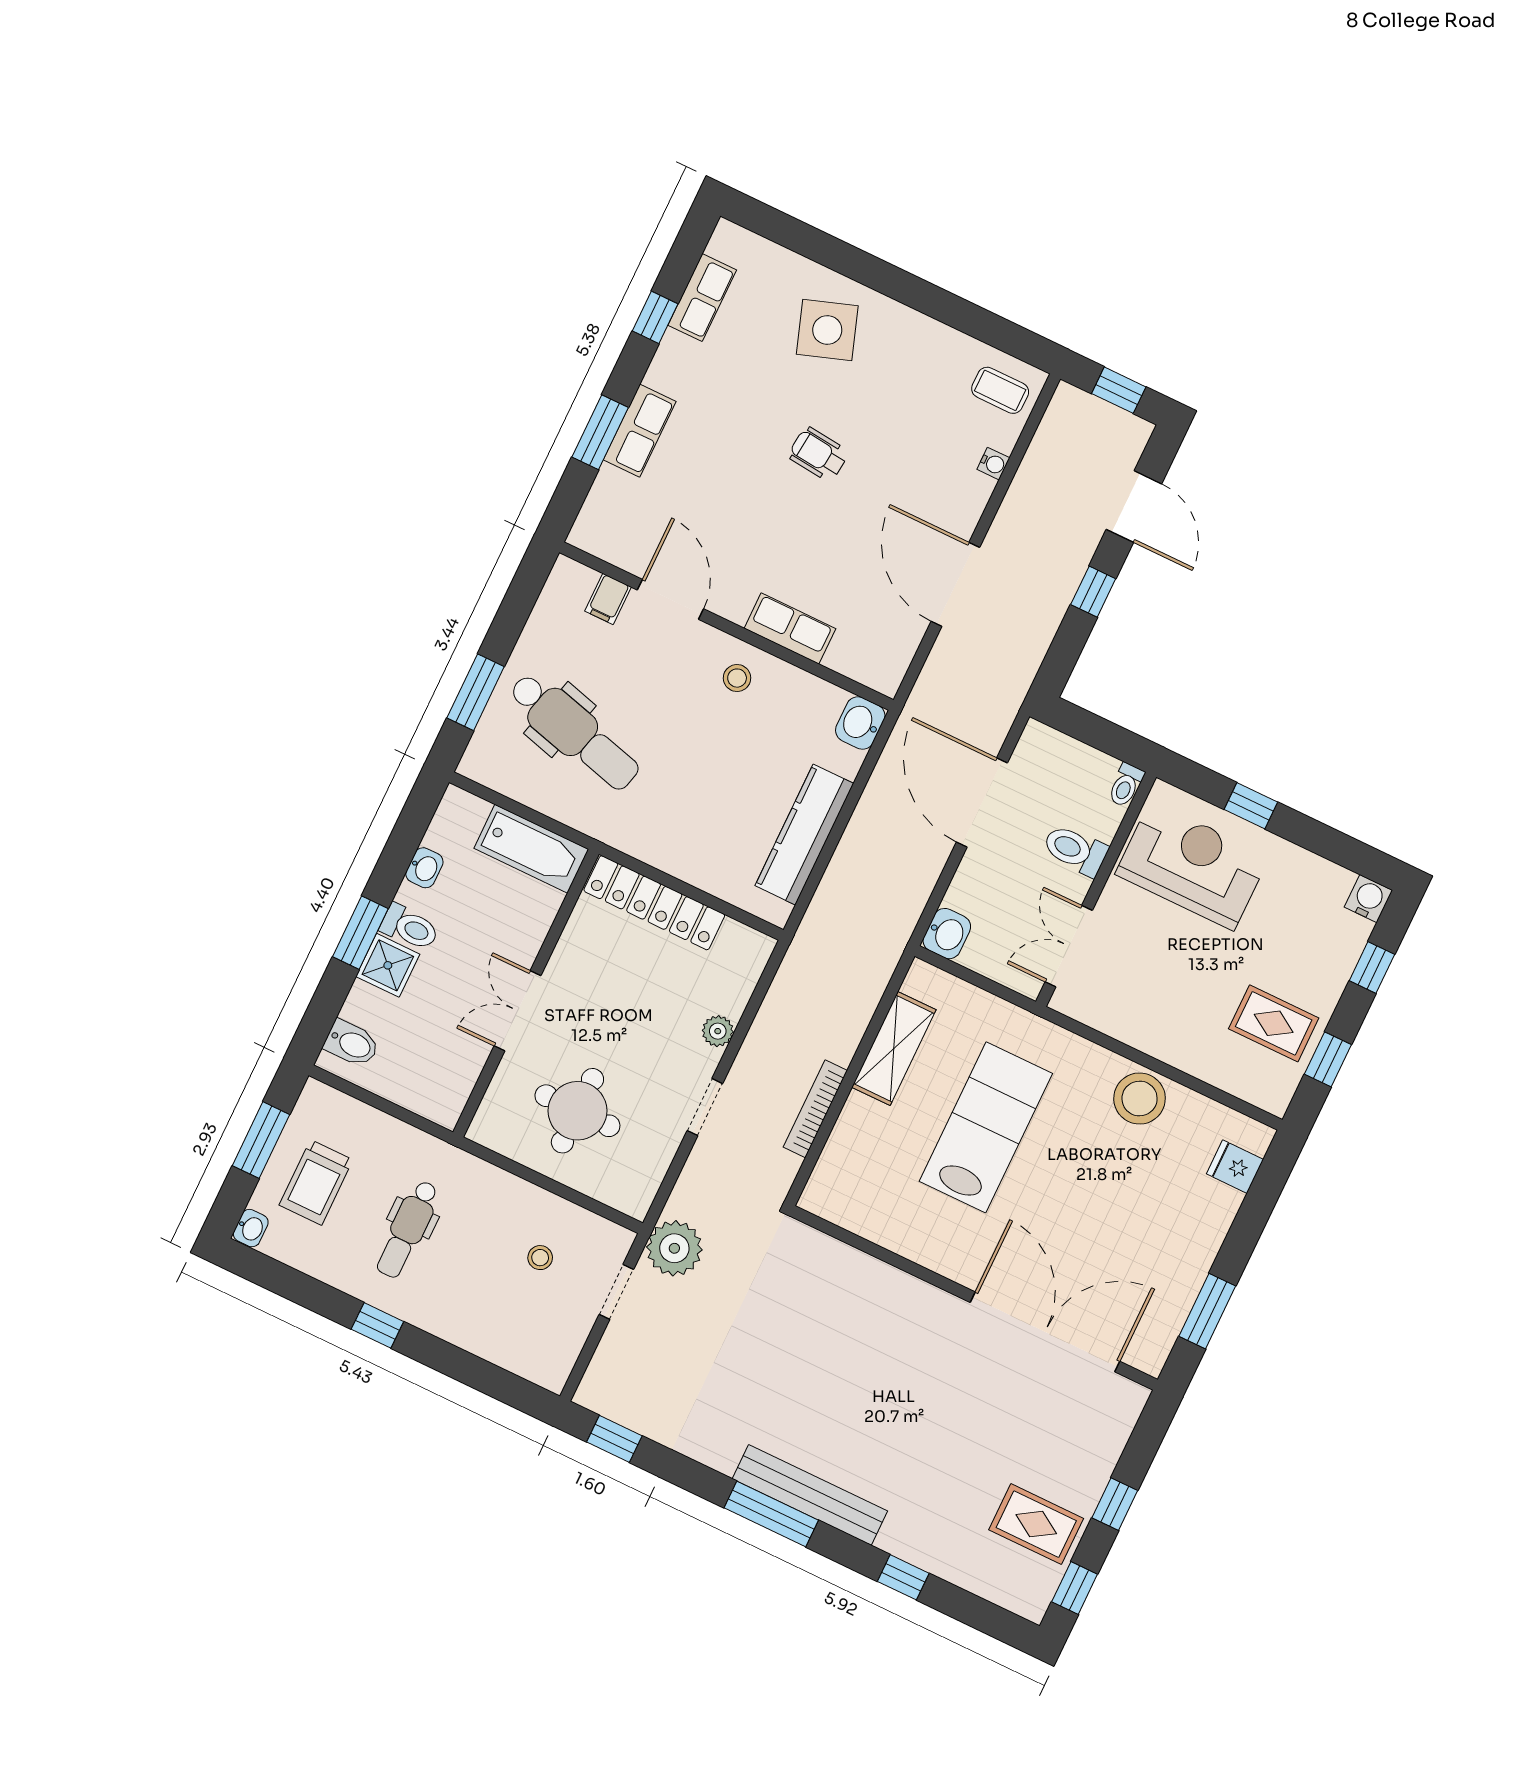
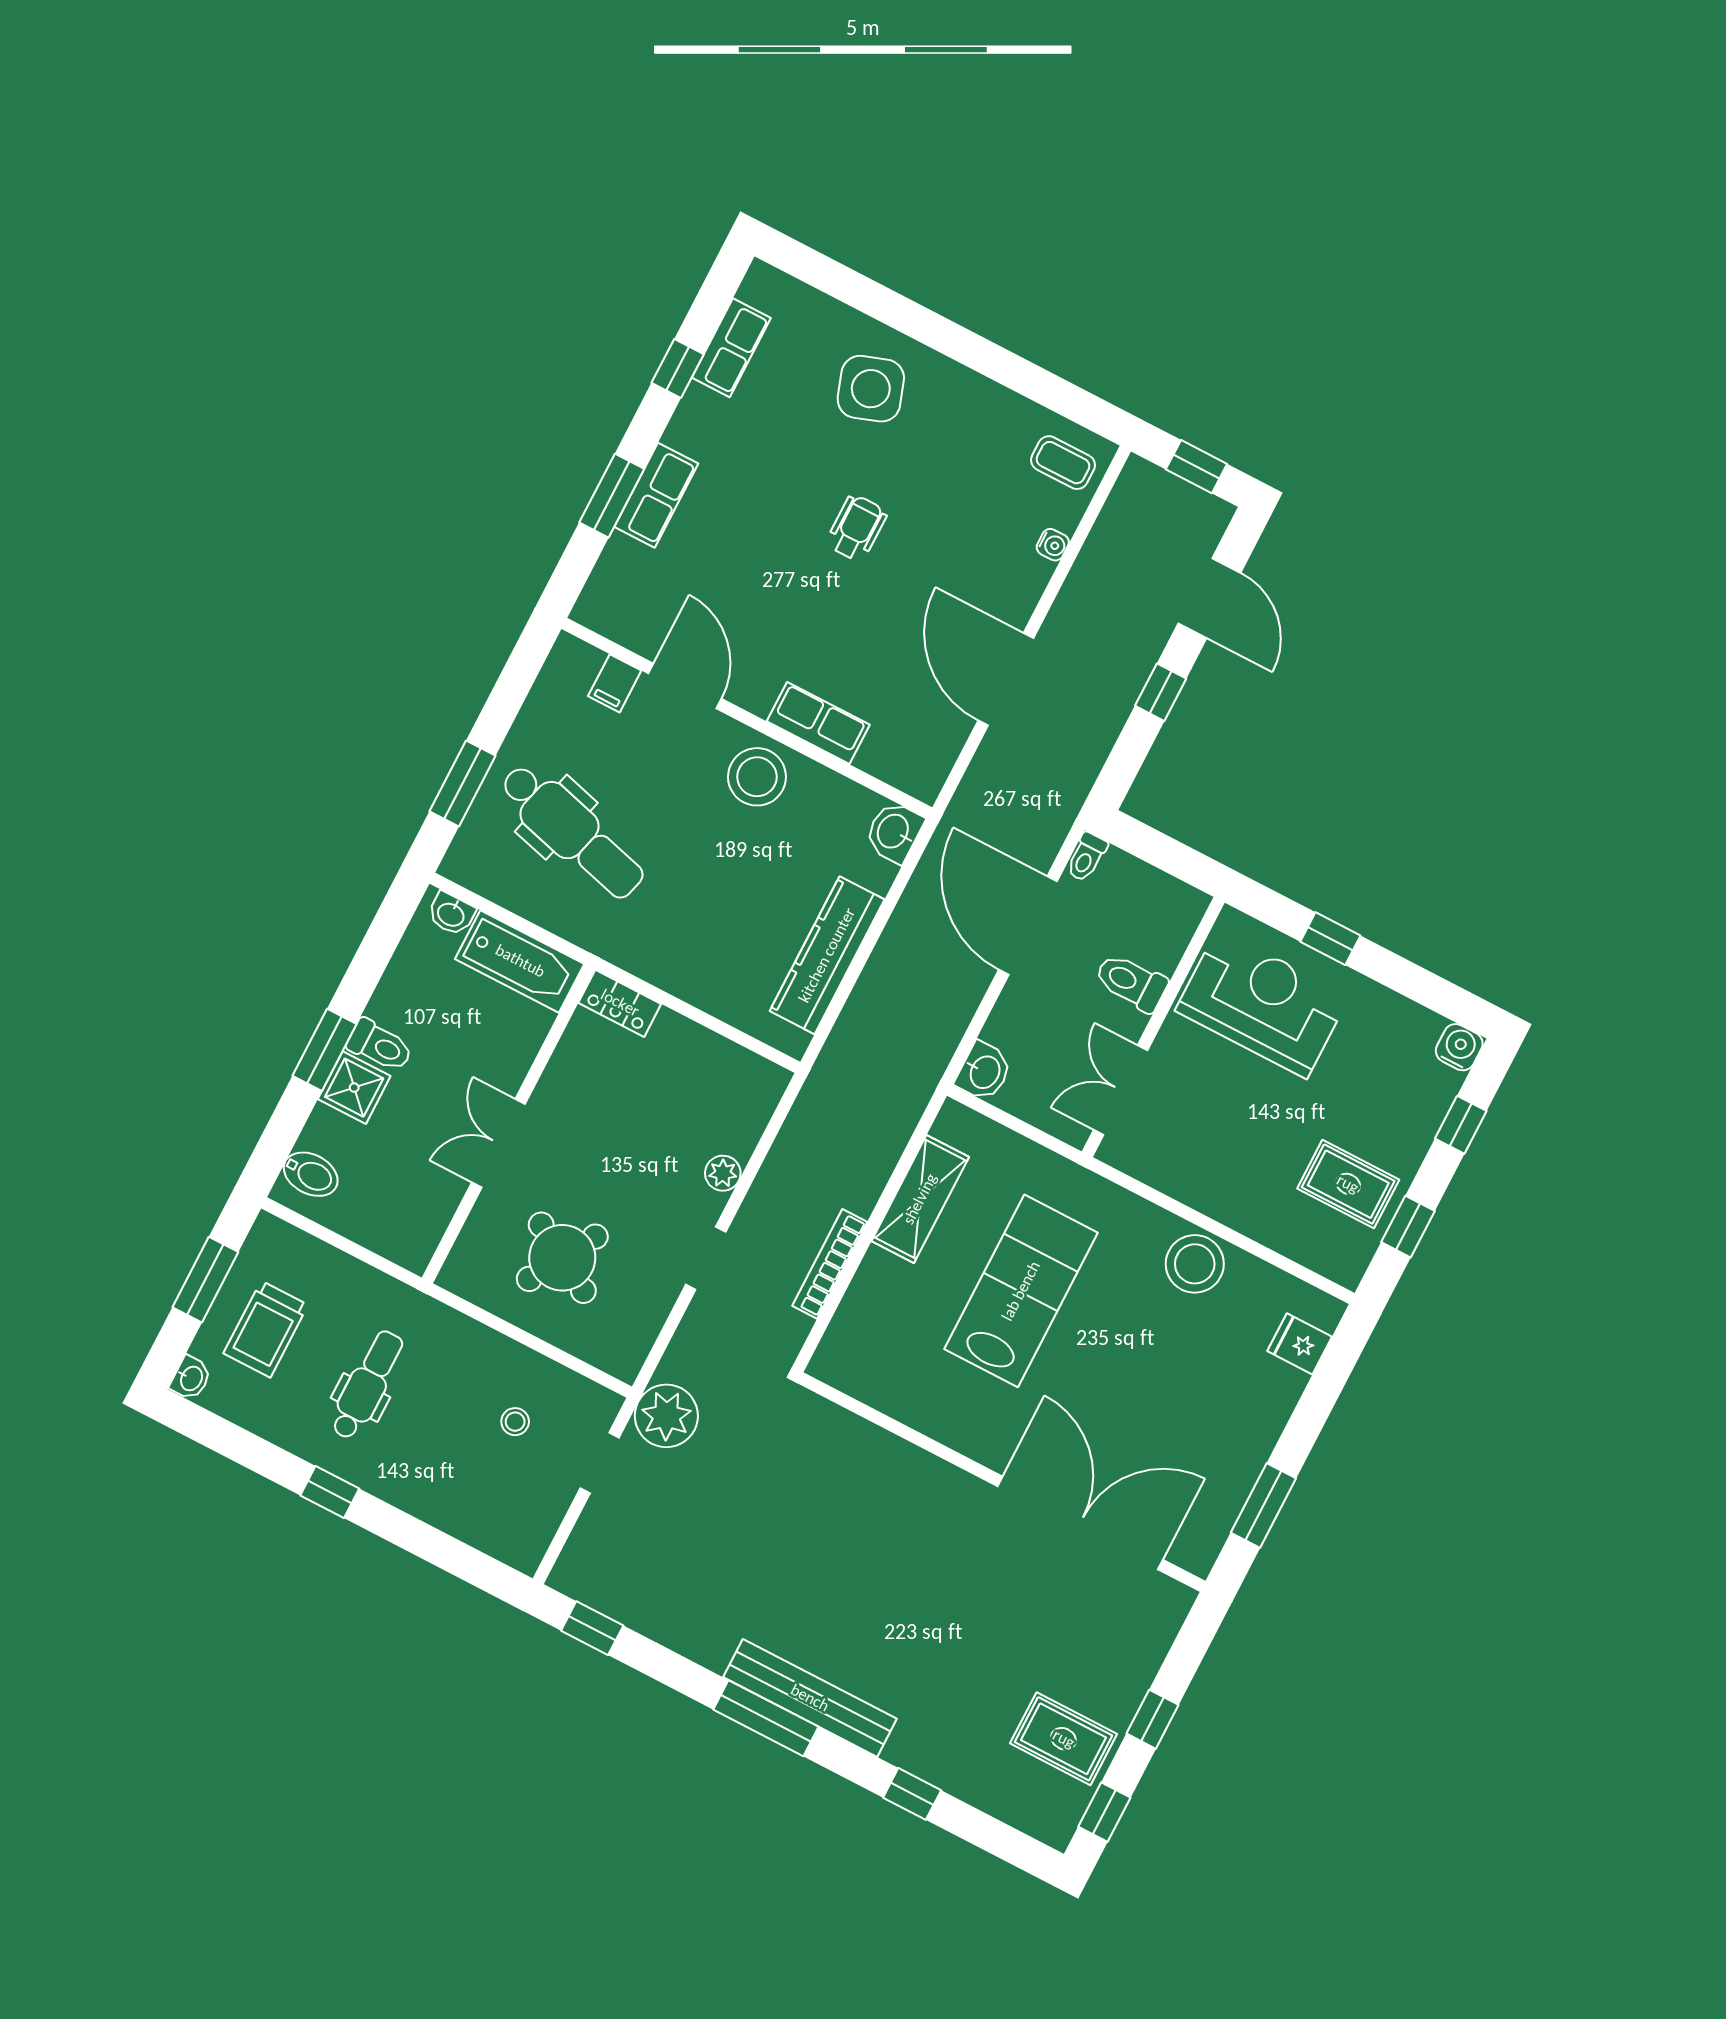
wheelchair: (819, 454) -> (857, 528), turned 84
stool: (737, 678) -> (757, 777), width x1.89, depth x1.89
toilet: (1126, 785) -> (1086, 857), moved
washbasin: (424, 868) -> (451, 914), moved, turned 90
locker: (654, 903) -> (620, 1003), width x0.46, depth x0.83
round table: (577, 1111) -> (562, 1258), turned 30
dental chair: (408, 1229) -> (367, 1385), turned 180

